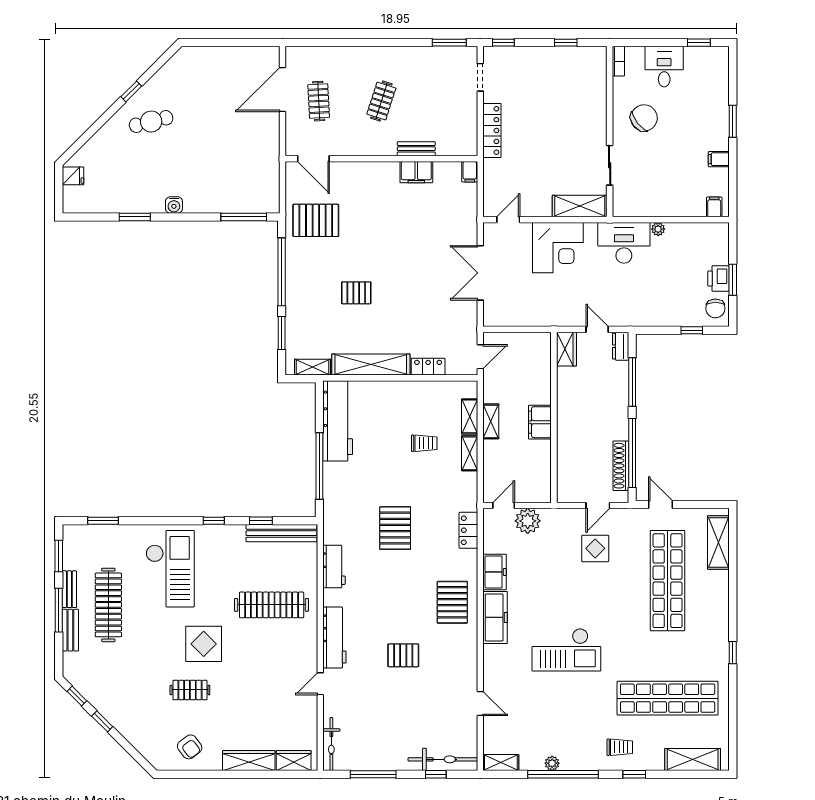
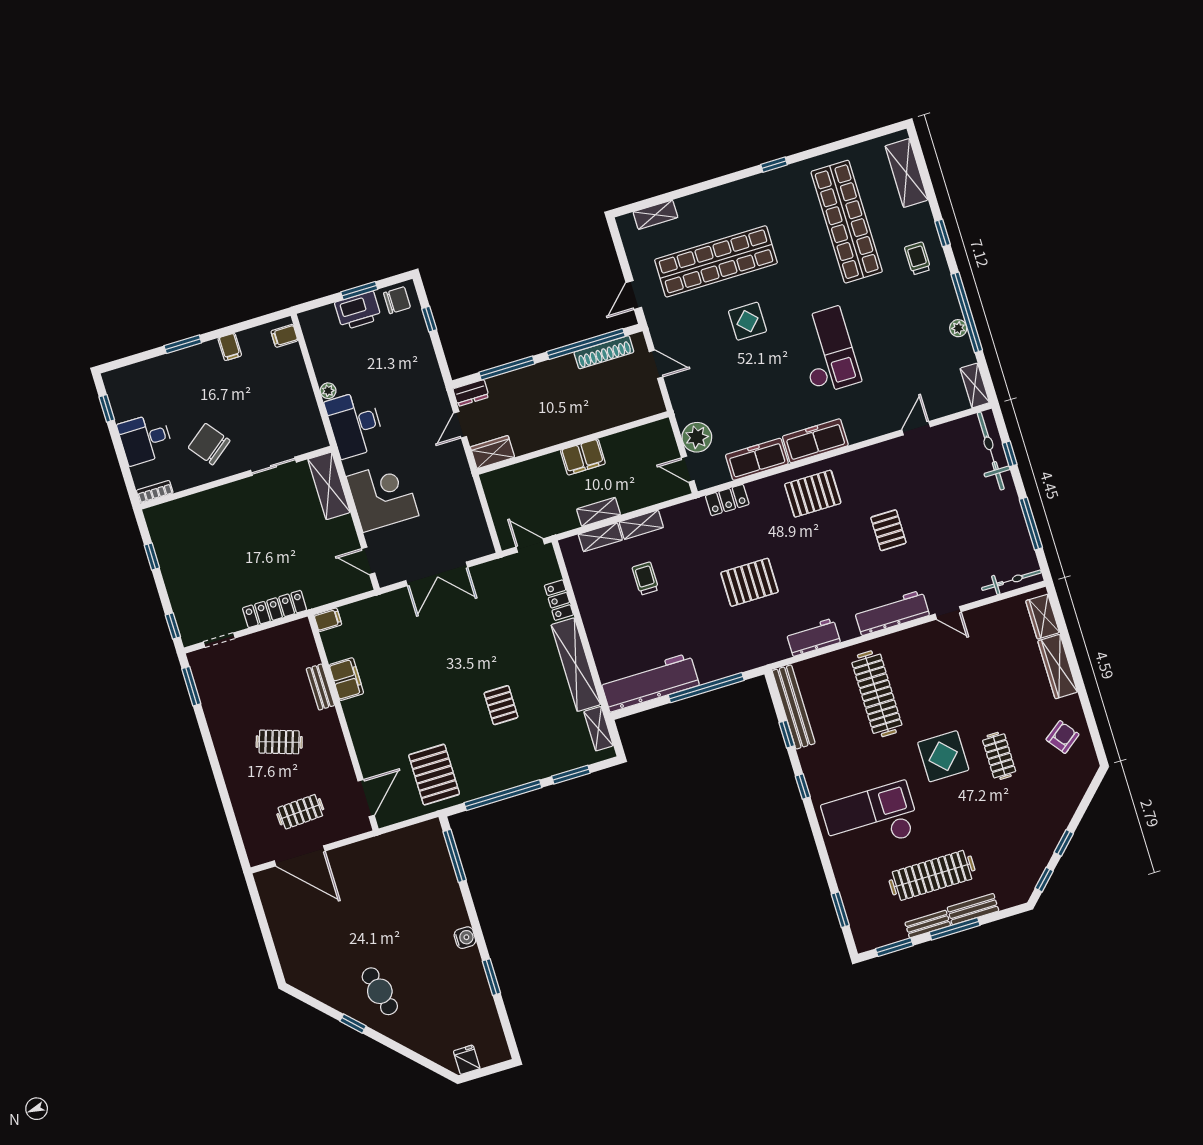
printer: (719, 279) -> (358, 311), width x1.37, depth x1.19
shelving: (718, 542) -> (655, 215), width x0.67, depth x0.75
display table: (595, 548) -> (748, 321), moved
freezer: (495, 572) -> (757, 459), width x1.40

